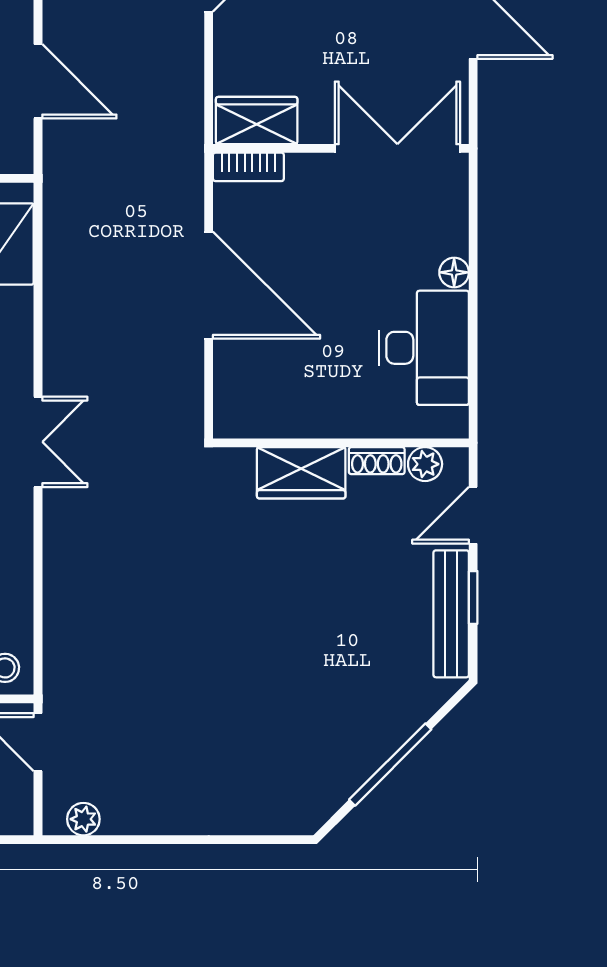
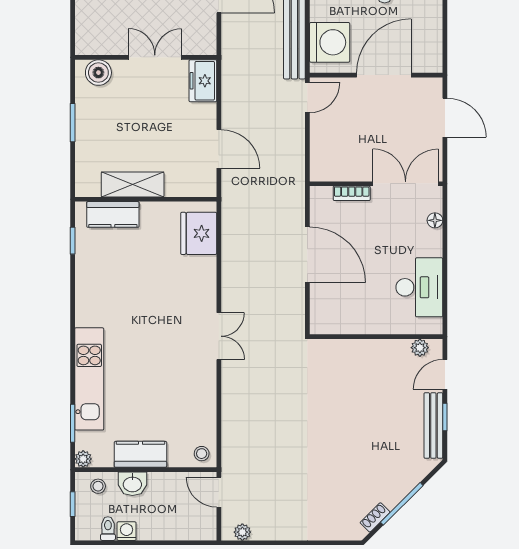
wardrobe: (257, 121) -> (332, 169), removed
bookcase: (248, 167) -> (352, 193), moved
floor lamp: (454, 272) -> (435, 220), moved
shoe rack: (377, 461) -> (375, 517), moved, turned 135
wardrobe: (301, 473) -> (356, 352), removed

